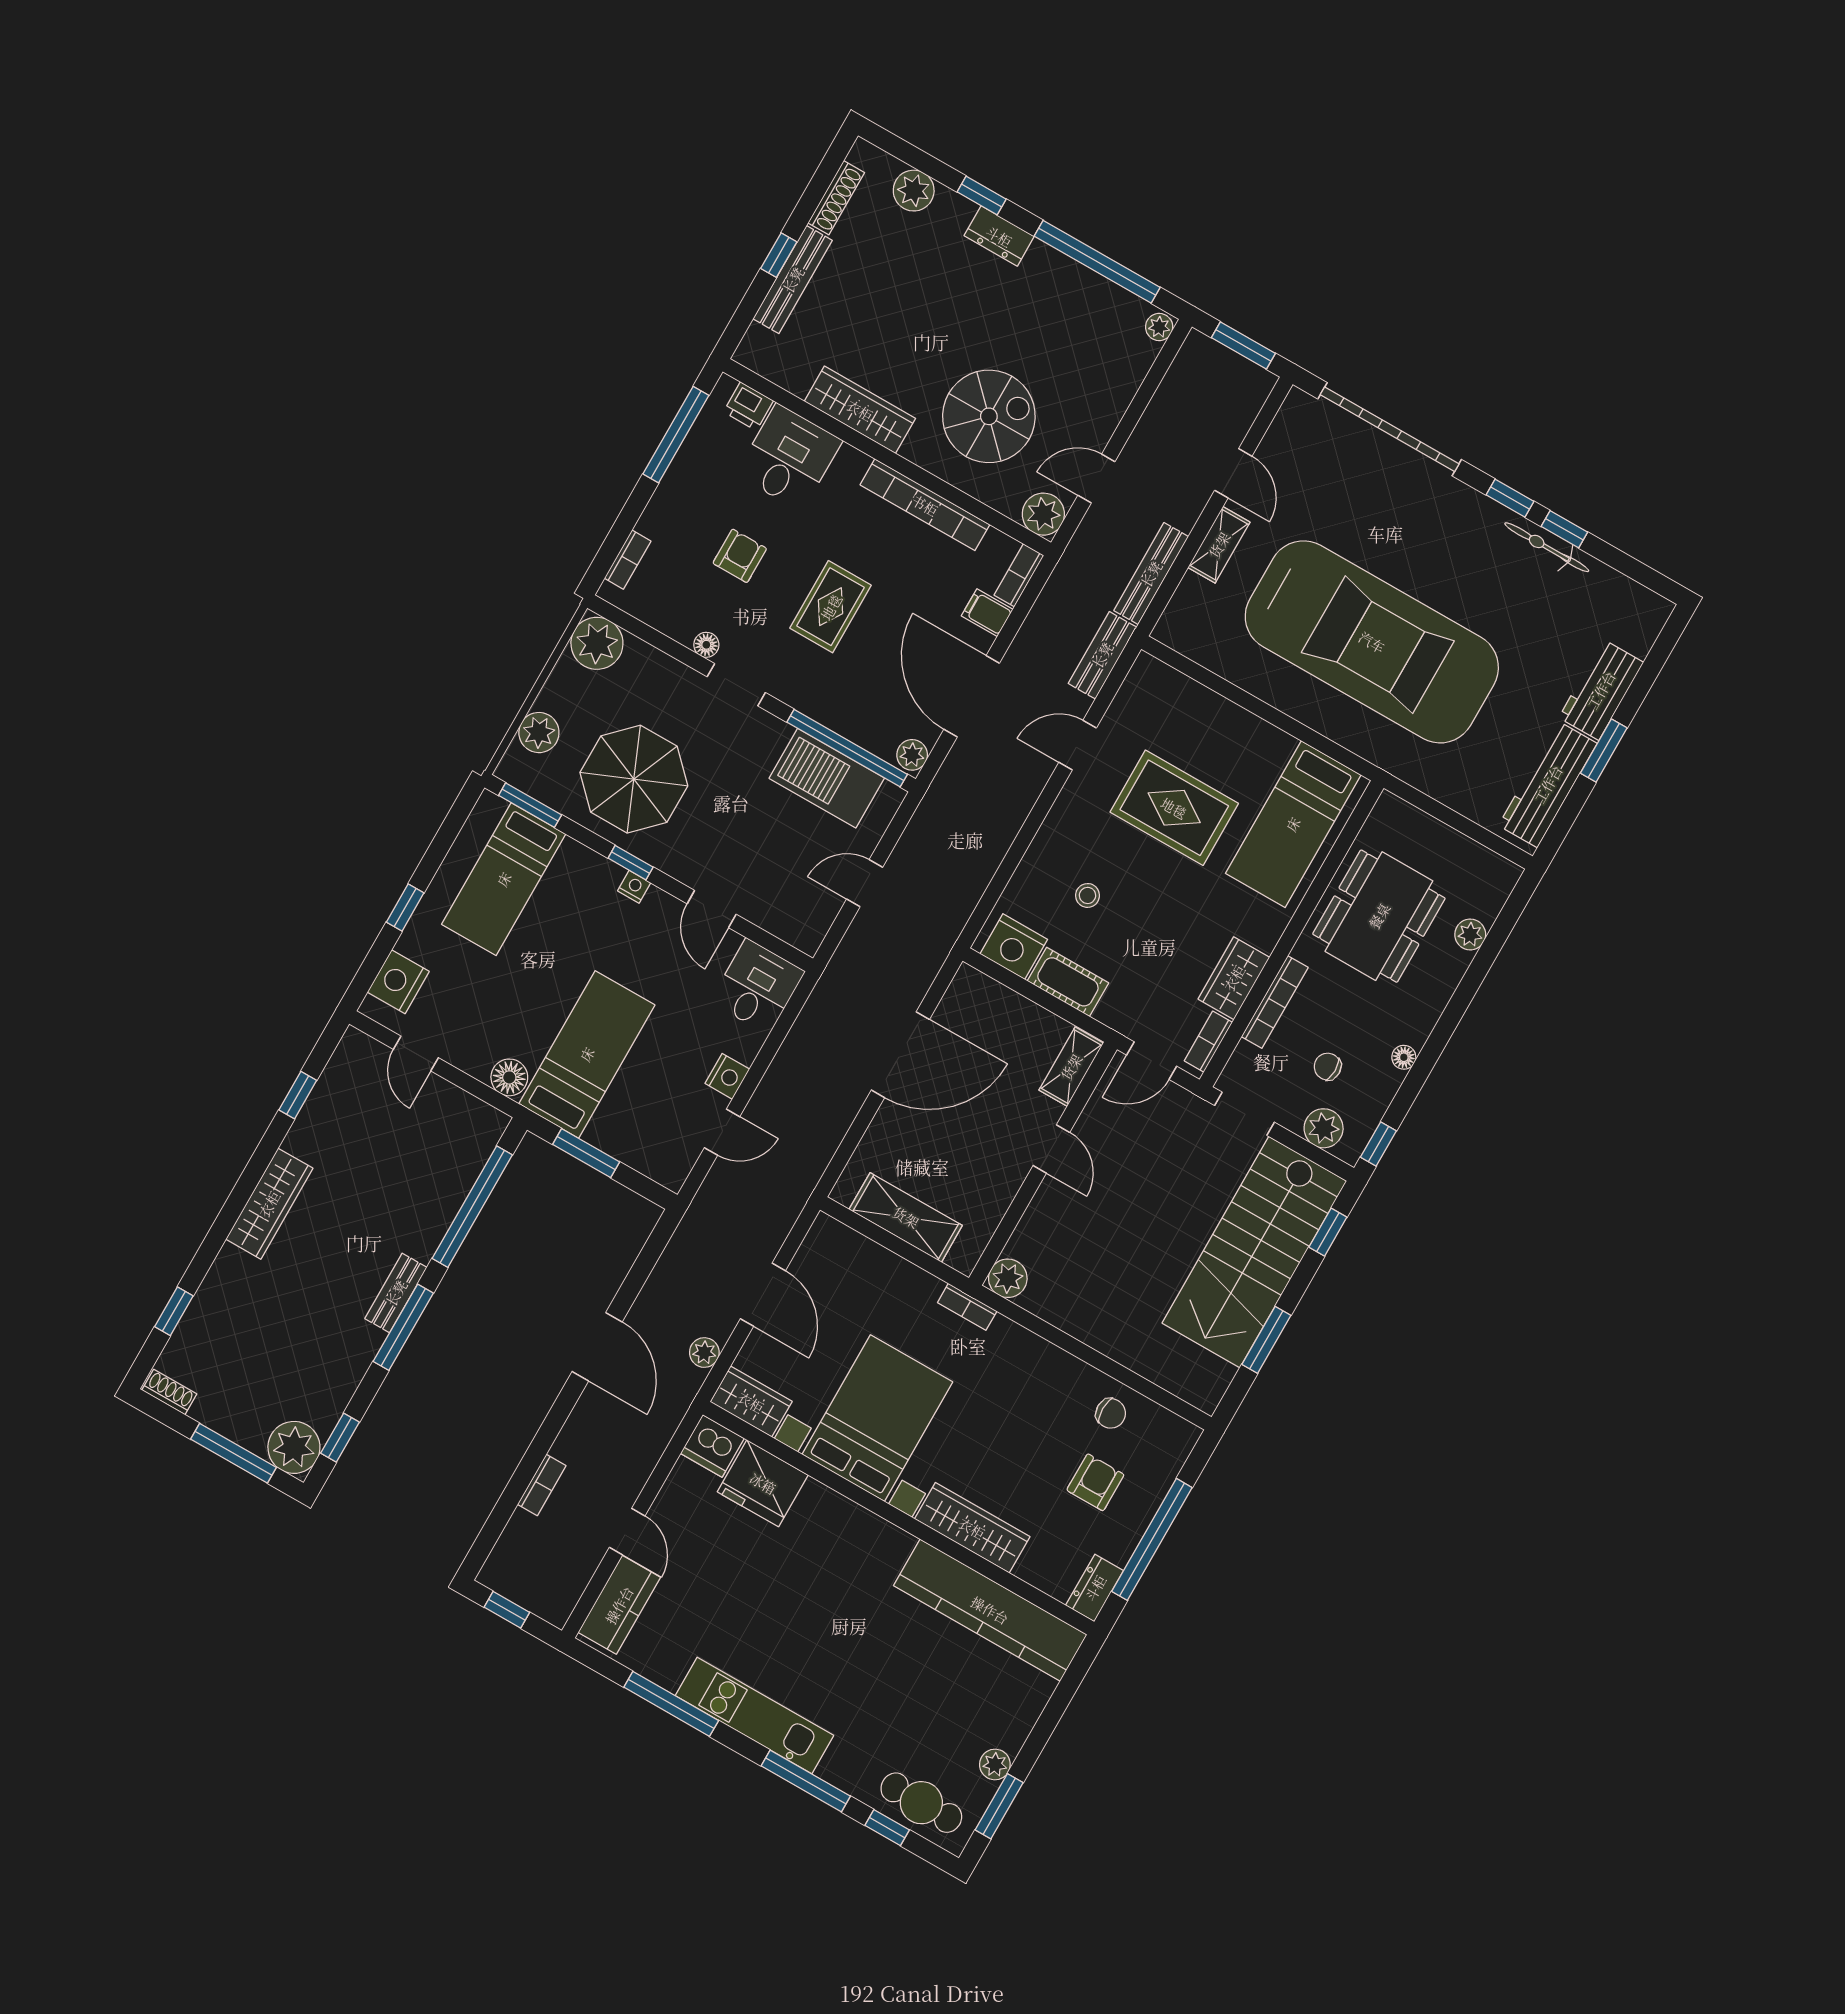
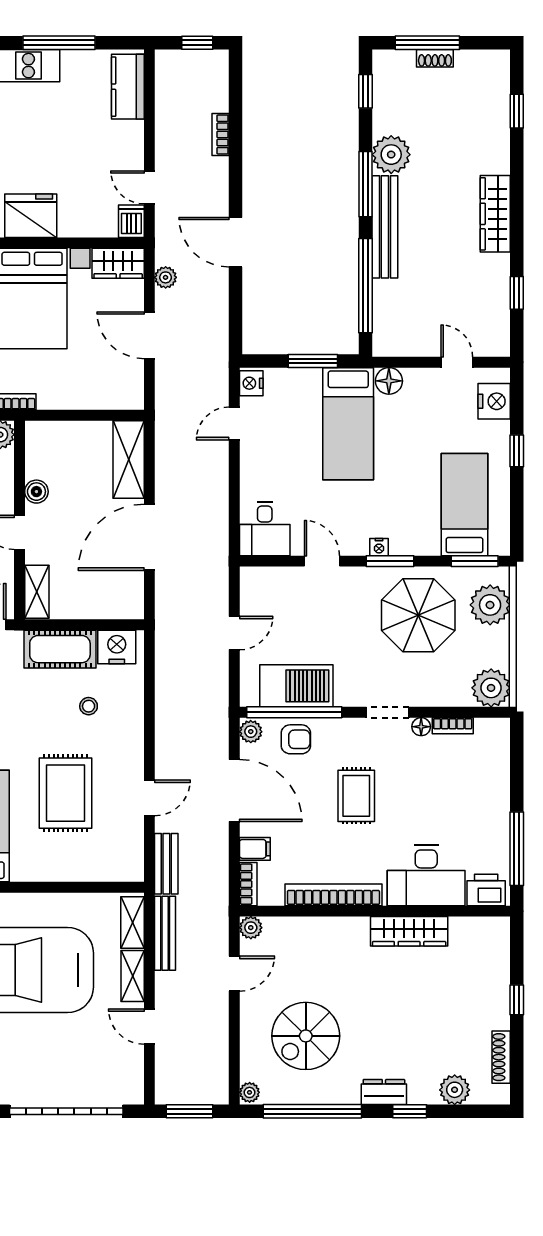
bench: (793, 280) -> (499, 989), removed
printer: (748, 406) -> (486, 890), width x1.36, depth x1.24
spiral stairs: (989, 416) -> (306, 1036), moved
desk: (789, 458) -> (426, 875), width x1.37
plant: (1043, 514) -> (251, 928), width x0.73, depth x0.73
armchair: (740, 556) -> (296, 739), moved, turned -90
bookcase: (628, 560) -> (453, 726), moved, turned -90
shelving: (1183, 608) -> (133, 922), added
plant: (539, 733) -> (490, 605), width x1.36, depth x1.36
rug: (1174, 808) -> (65, 793), turned 90
window: (631, 863) -> (390, 561), width x1.50
cot: (1068, 982) -> (60, 649), width x1.37, depth x1.34
nightstand: (727, 1076) -> (251, 383), moved
boiler: (1003, 1186) -> (36, 492), added
shelving: (906, 1217) -> (129, 459), moved, turned 90
bench: (396, 1293) -> (385, 227), width x1.86, depth x1.21
shoe rack: (169, 1392) -> (435, 58), moved
dishwasher: (712, 1446) -> (131, 221), width x0.73
plant: (294, 1447) -> (391, 155), moved
fridge: (763, 1483) -> (31, 216), moved
door: (627, 1532) -> (149, 187), moved

